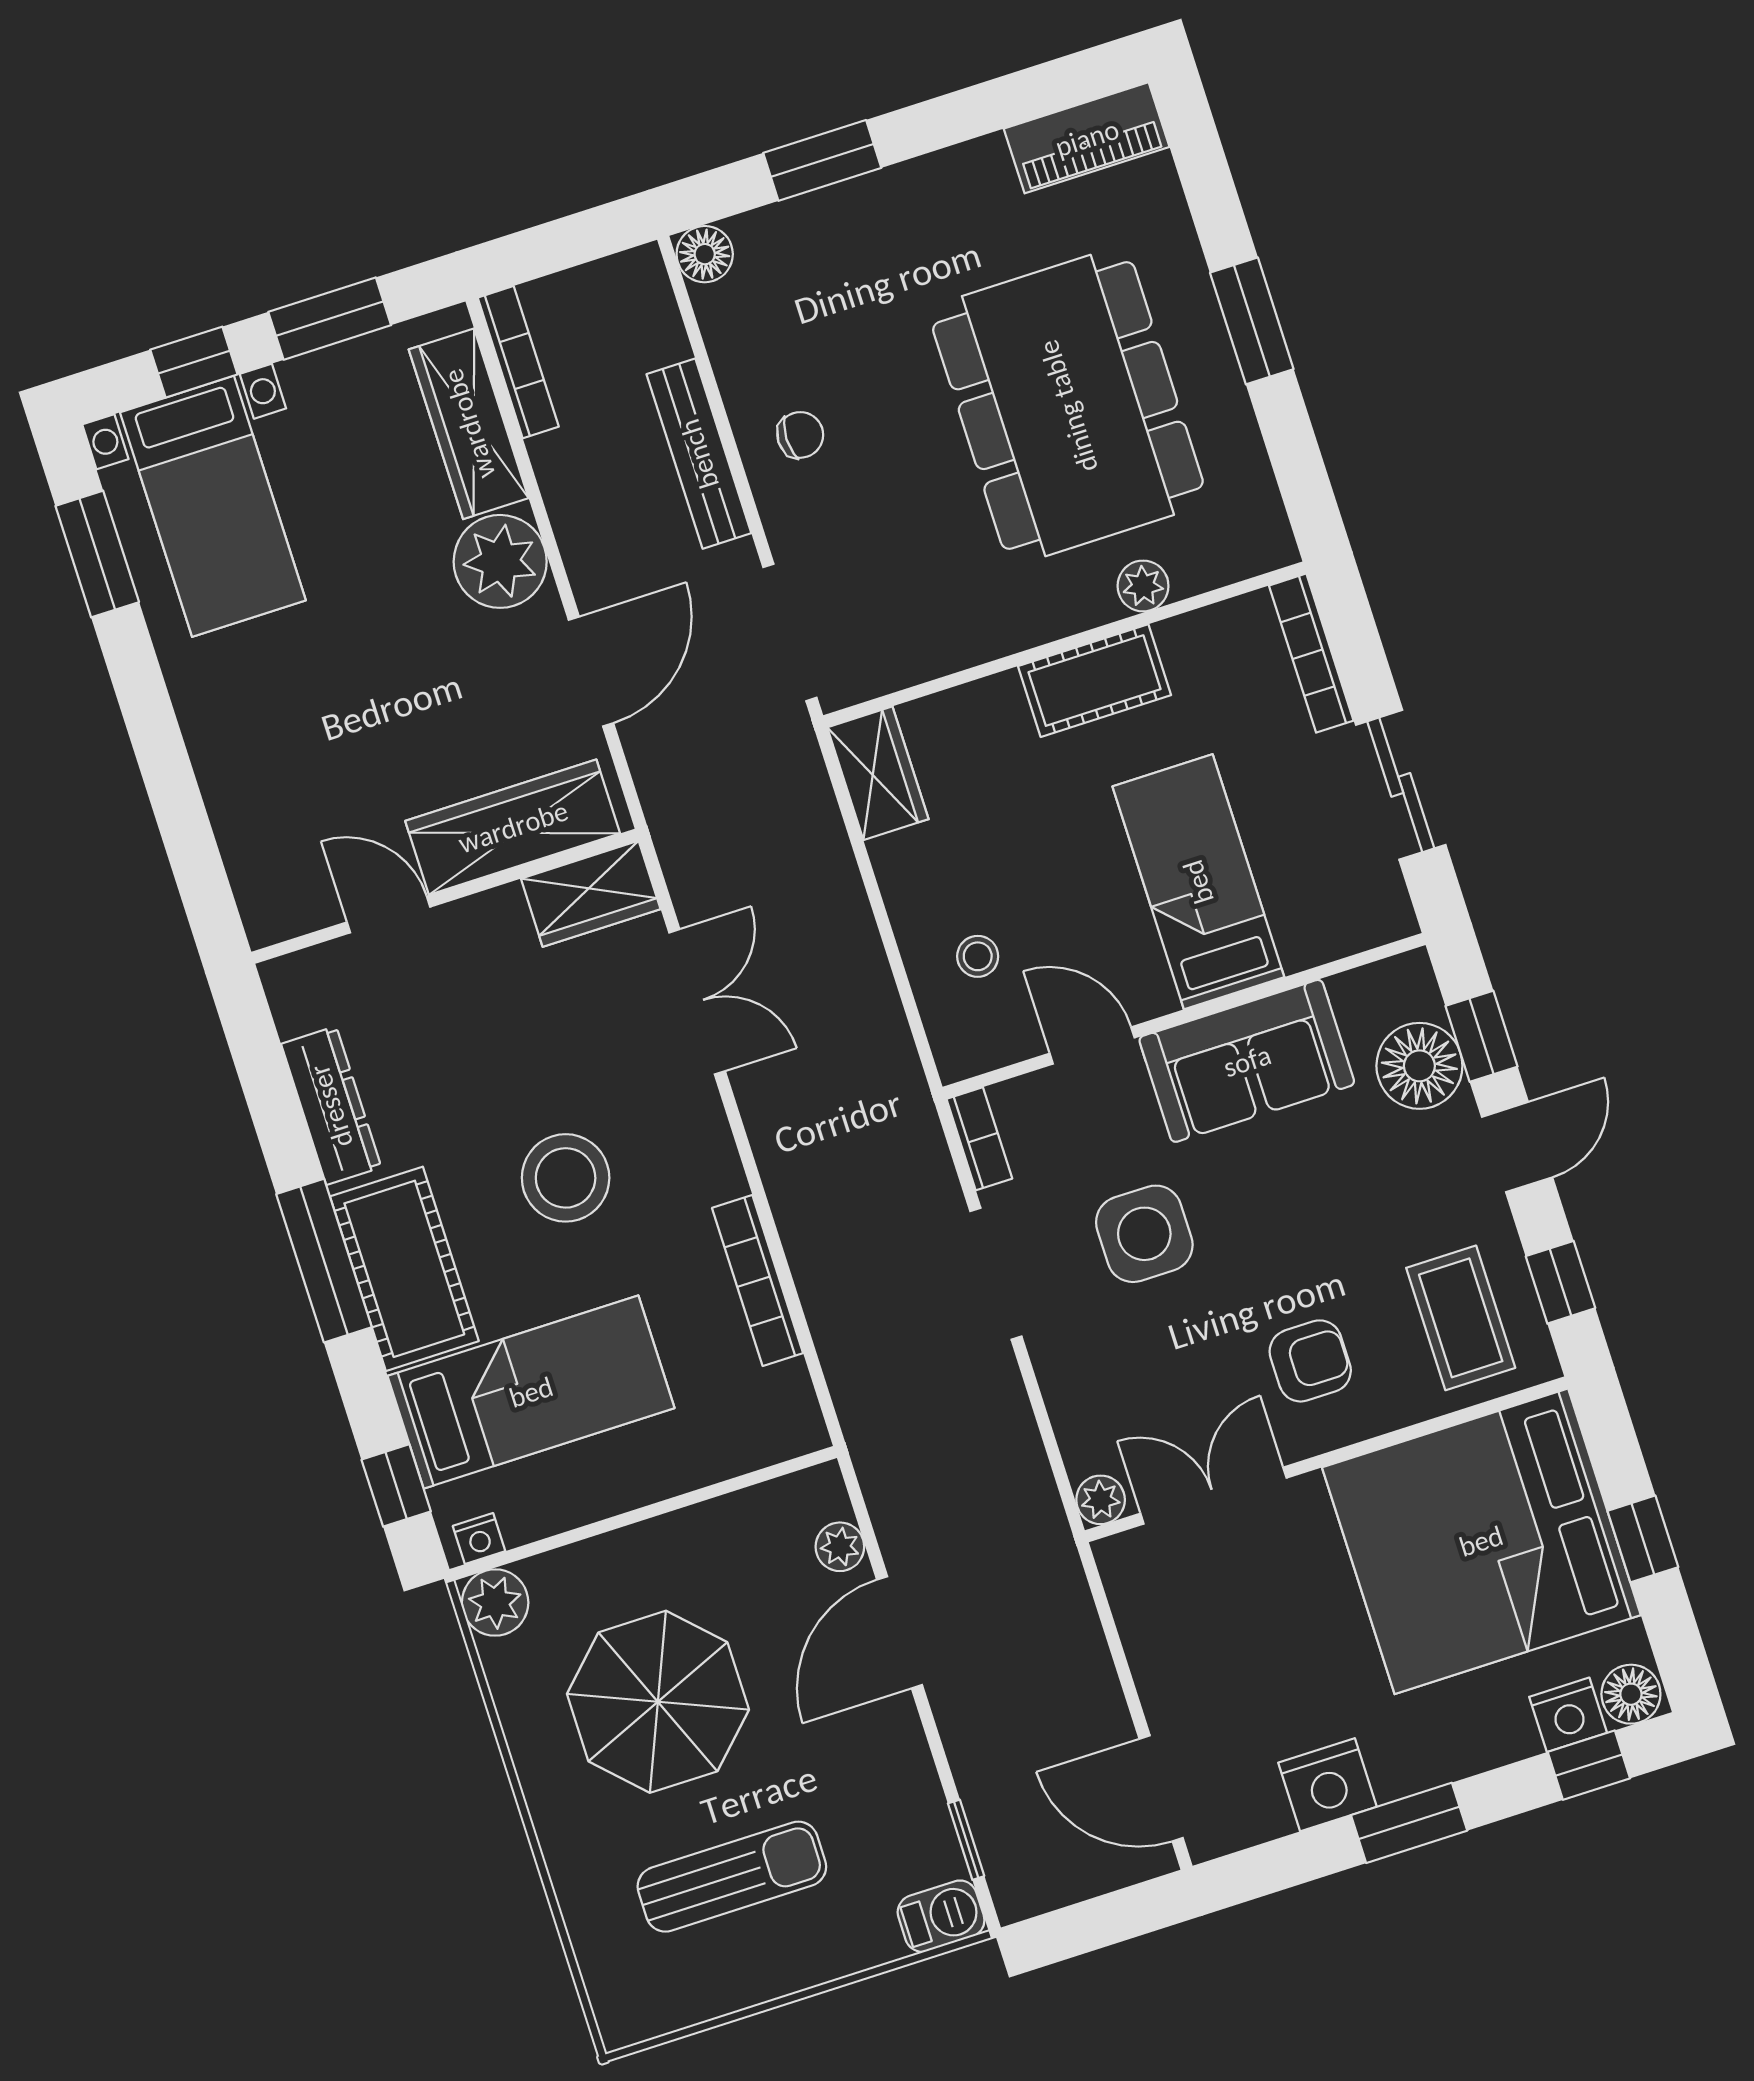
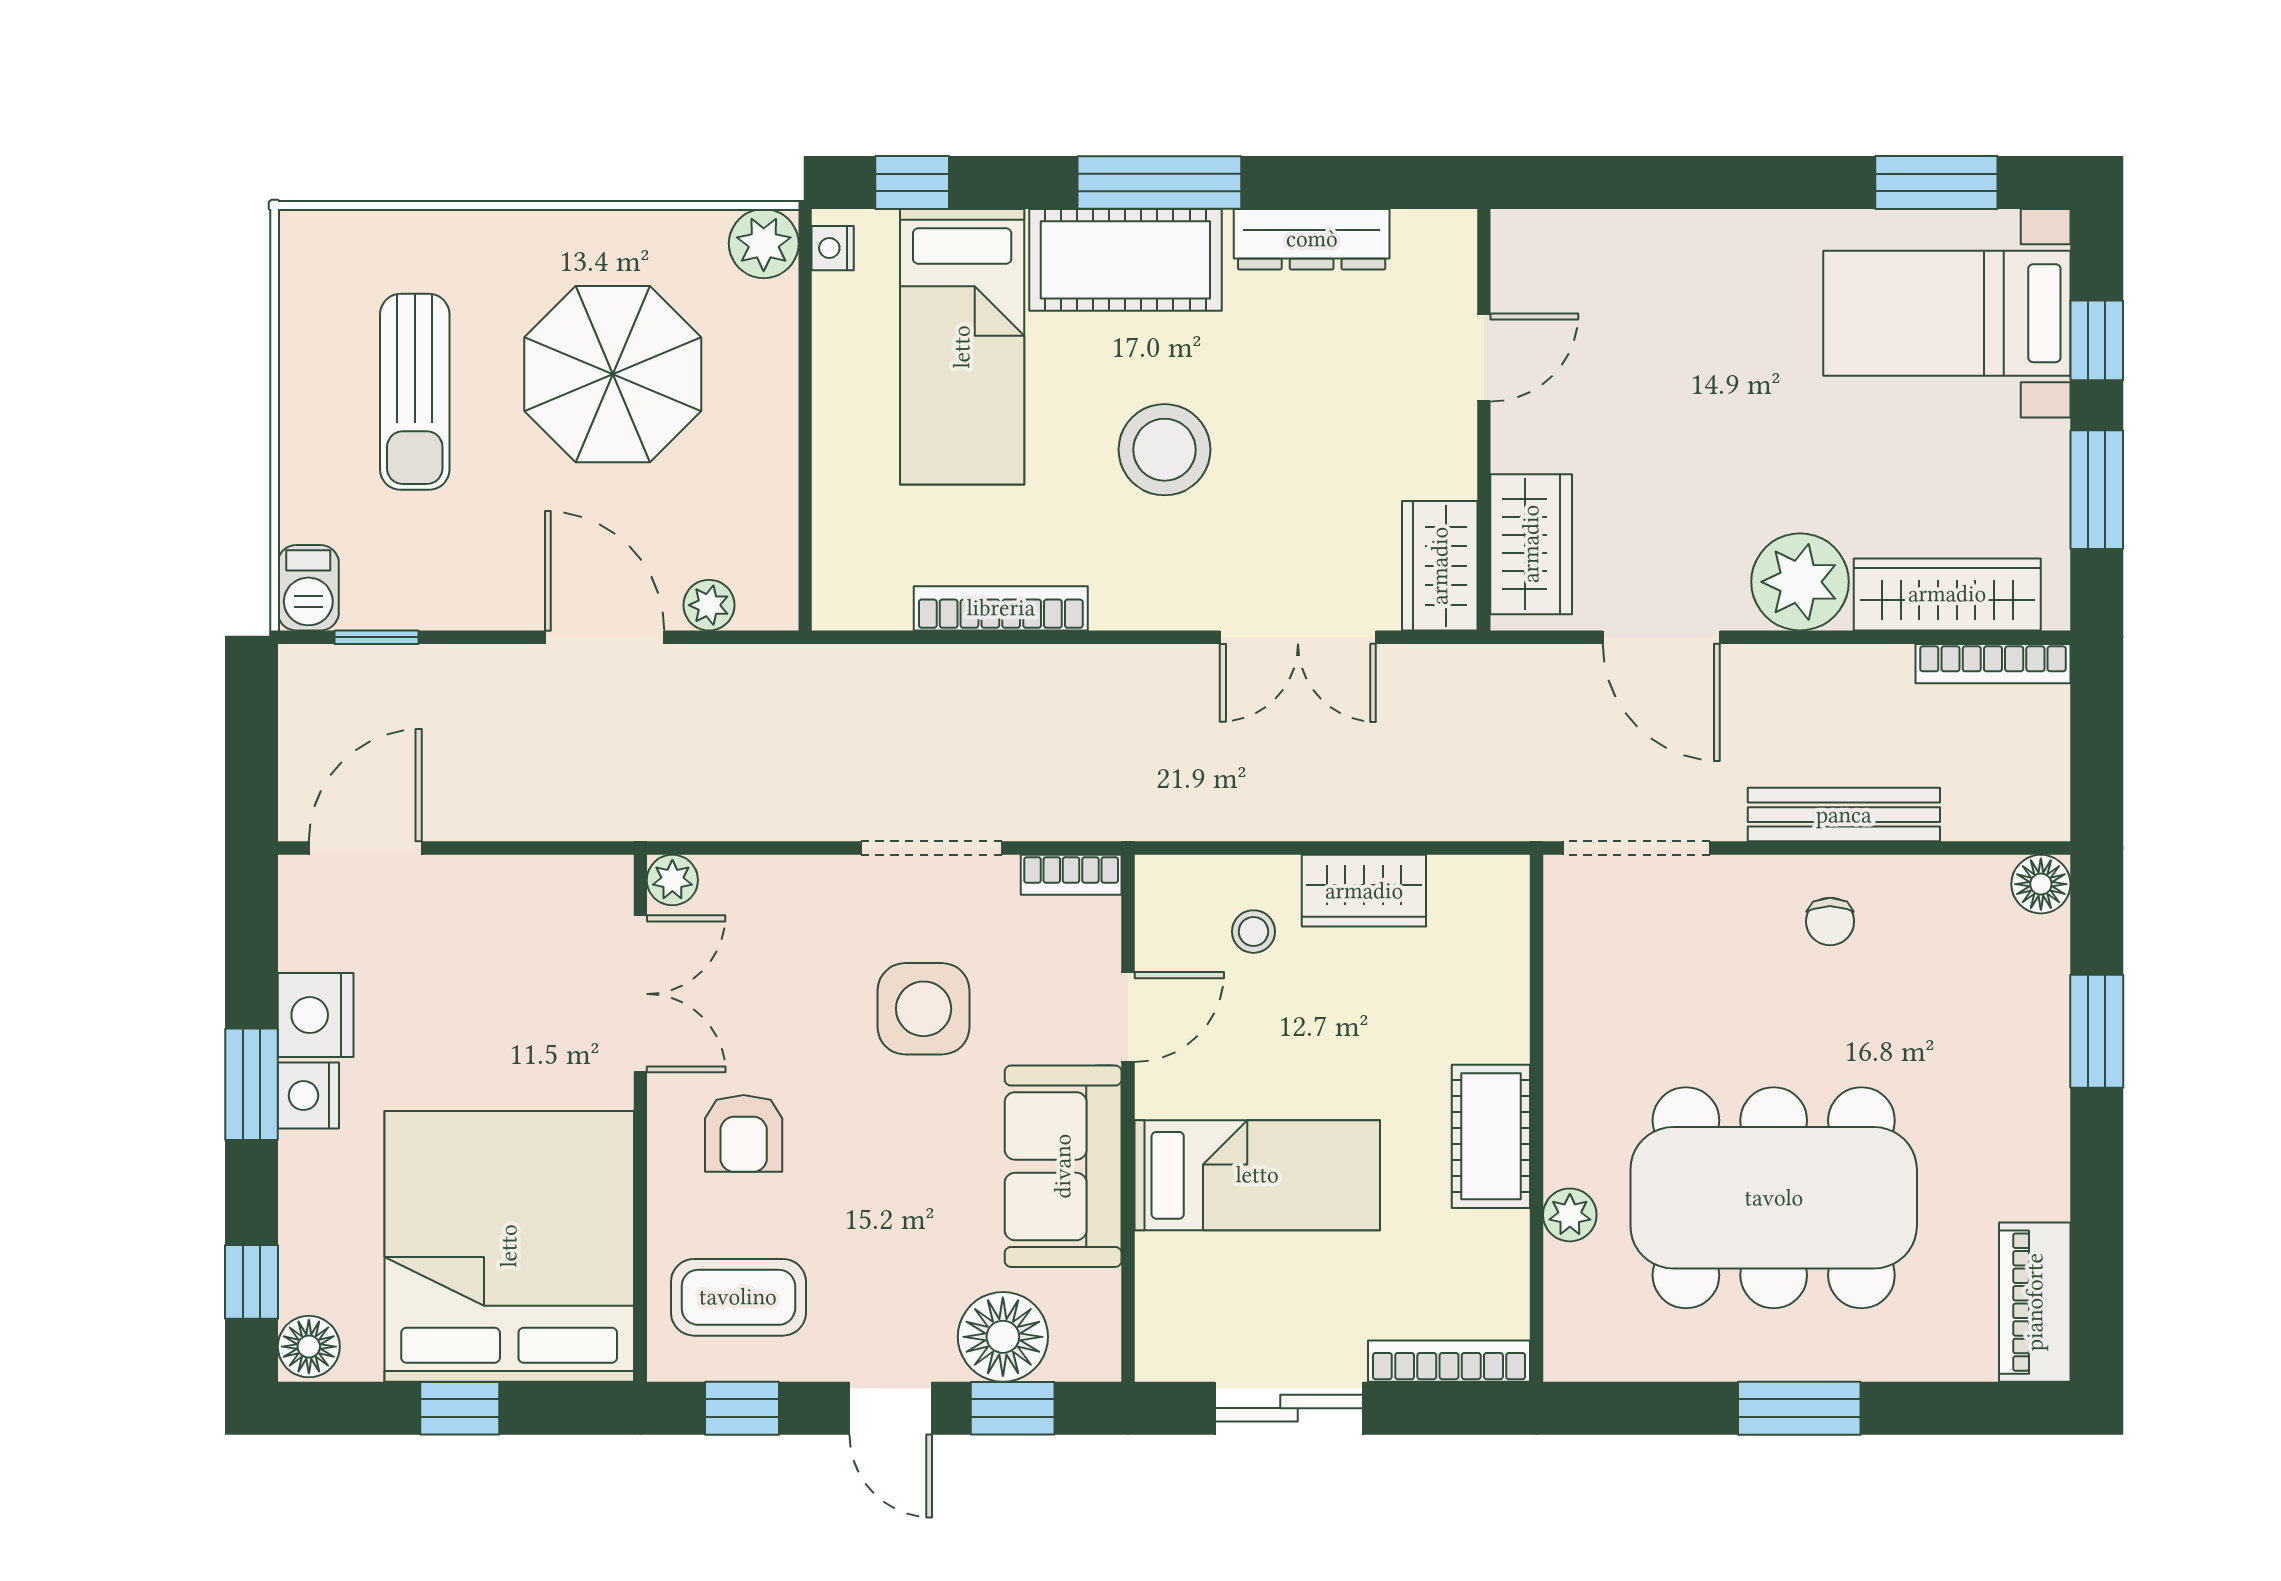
wardrobe: (878, 773) -> (1364, 891), moved
wardrobe: (513, 827) -> (1531, 544), width x0.67
nightstand: (1568, 1715) -> (308, 1096), moved

